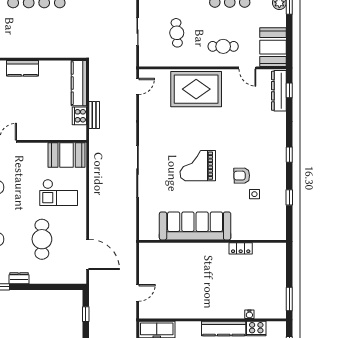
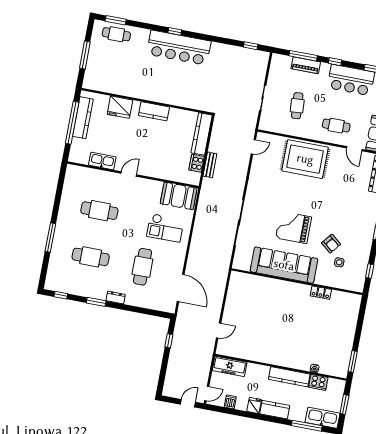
armchair: (242, 176) -> (331, 244), turned -140
sofa: (195, 226) -> (284, 265), moved
wall: (212, 241) -> (297, 282), moved
locker: (241, 248) -> (321, 293), moved

